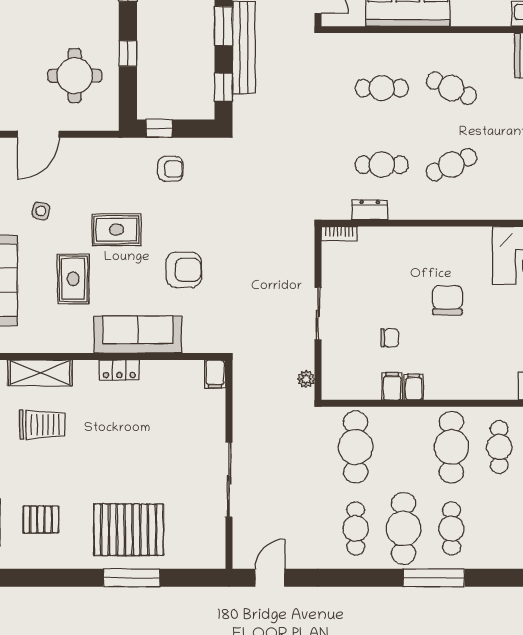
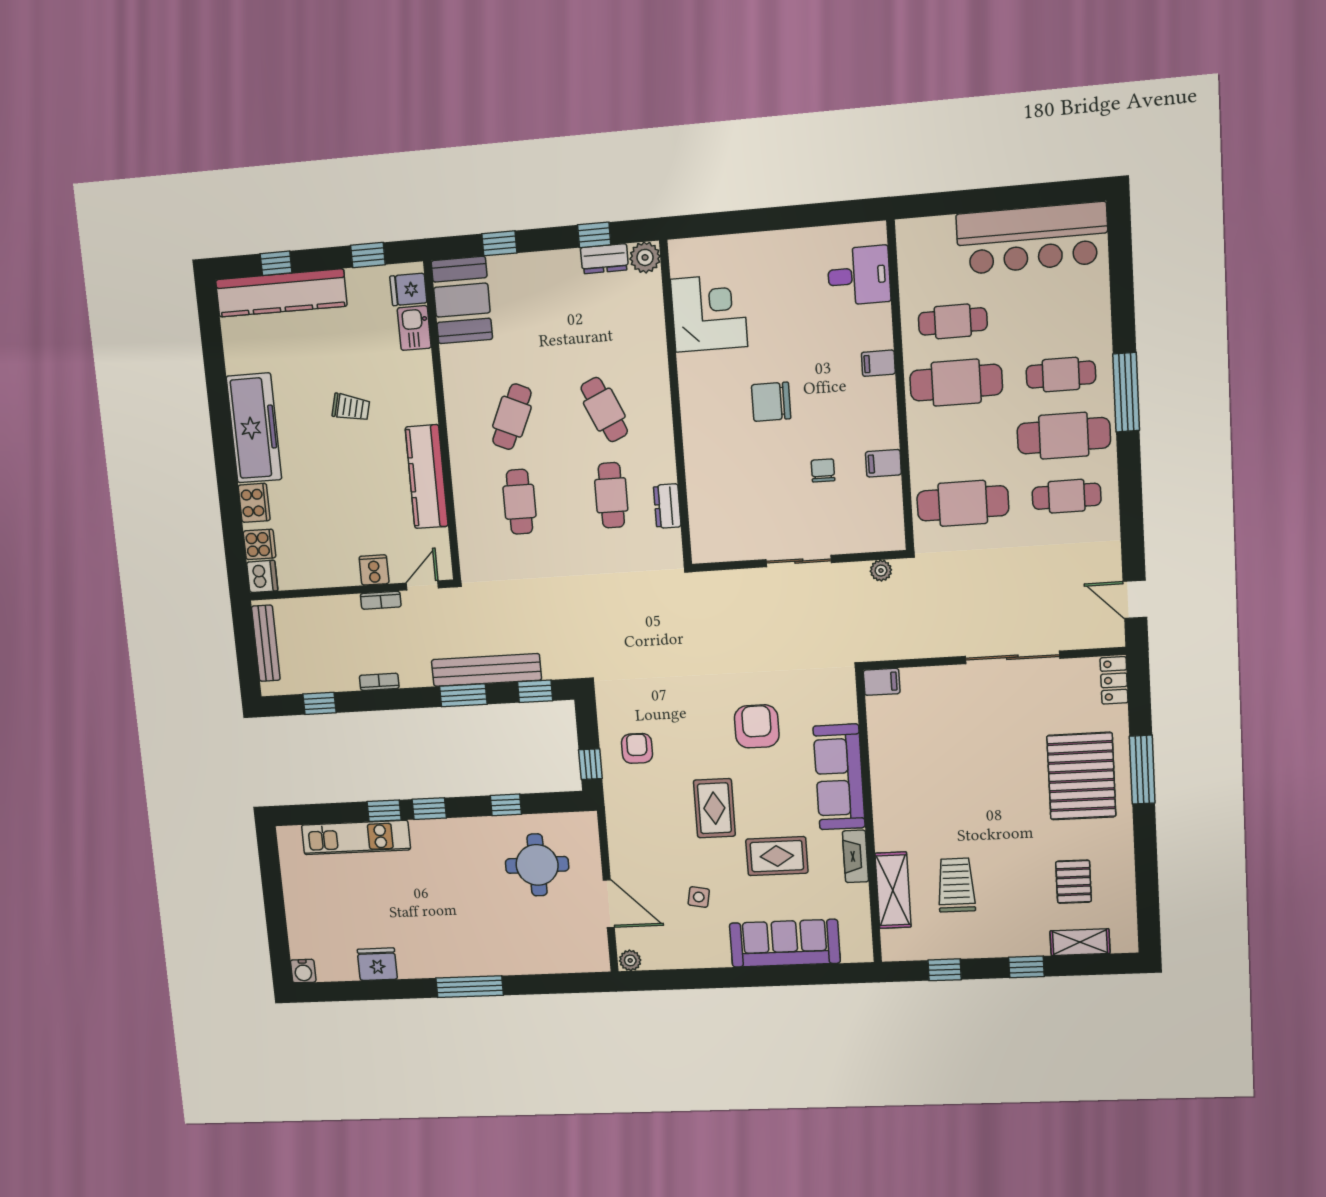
bookcase: (339, 234) -> (699, 541), removed
fireplace: (70, 344) -> (856, 856), added
locker: (119, 370) -> (1114, 680), moved, turned 180
filing cabinet: (414, 387) -> (878, 363), moved

